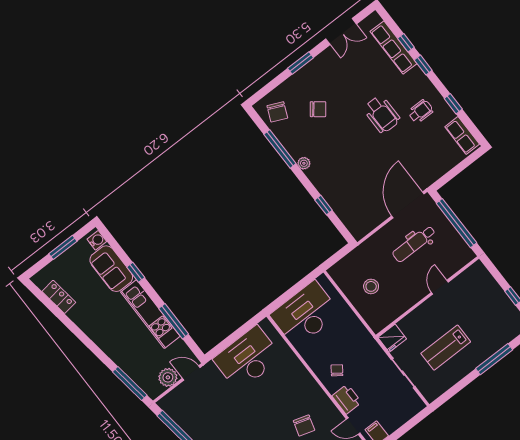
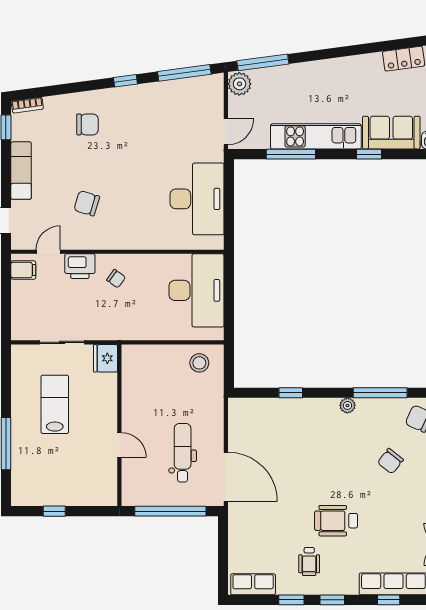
window: (423, 65) -> (332, 600), moved
stool: (371, 286) -> (199, 363), moved
plant: (168, 377) -> (239, 84), moved

